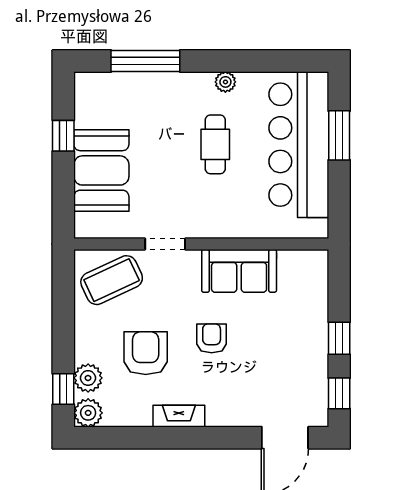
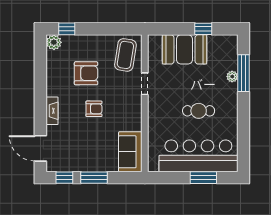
plant: (225, 82) -> (232, 77), moved
sofa: (239, 271) -> (130, 152), moved
coffee table: (112, 280) -> (125, 55), turned 34
window: (339, 338) -> (94, 178), width x1.50
plant: (88, 378) -> (73, 42), removed
fireplace: (179, 416) -> (52, 111), moved

